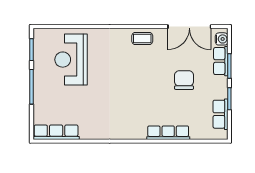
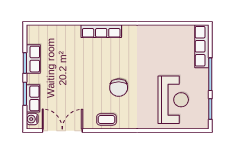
chair: (184, 80) -> (119, 88), moved
row of seats: (221, 114) -> (33, 59), moved
row of seats: (56, 132) -> (202, 46), moved, turned 90
row of seats: (168, 133) -> (101, 31), moved

